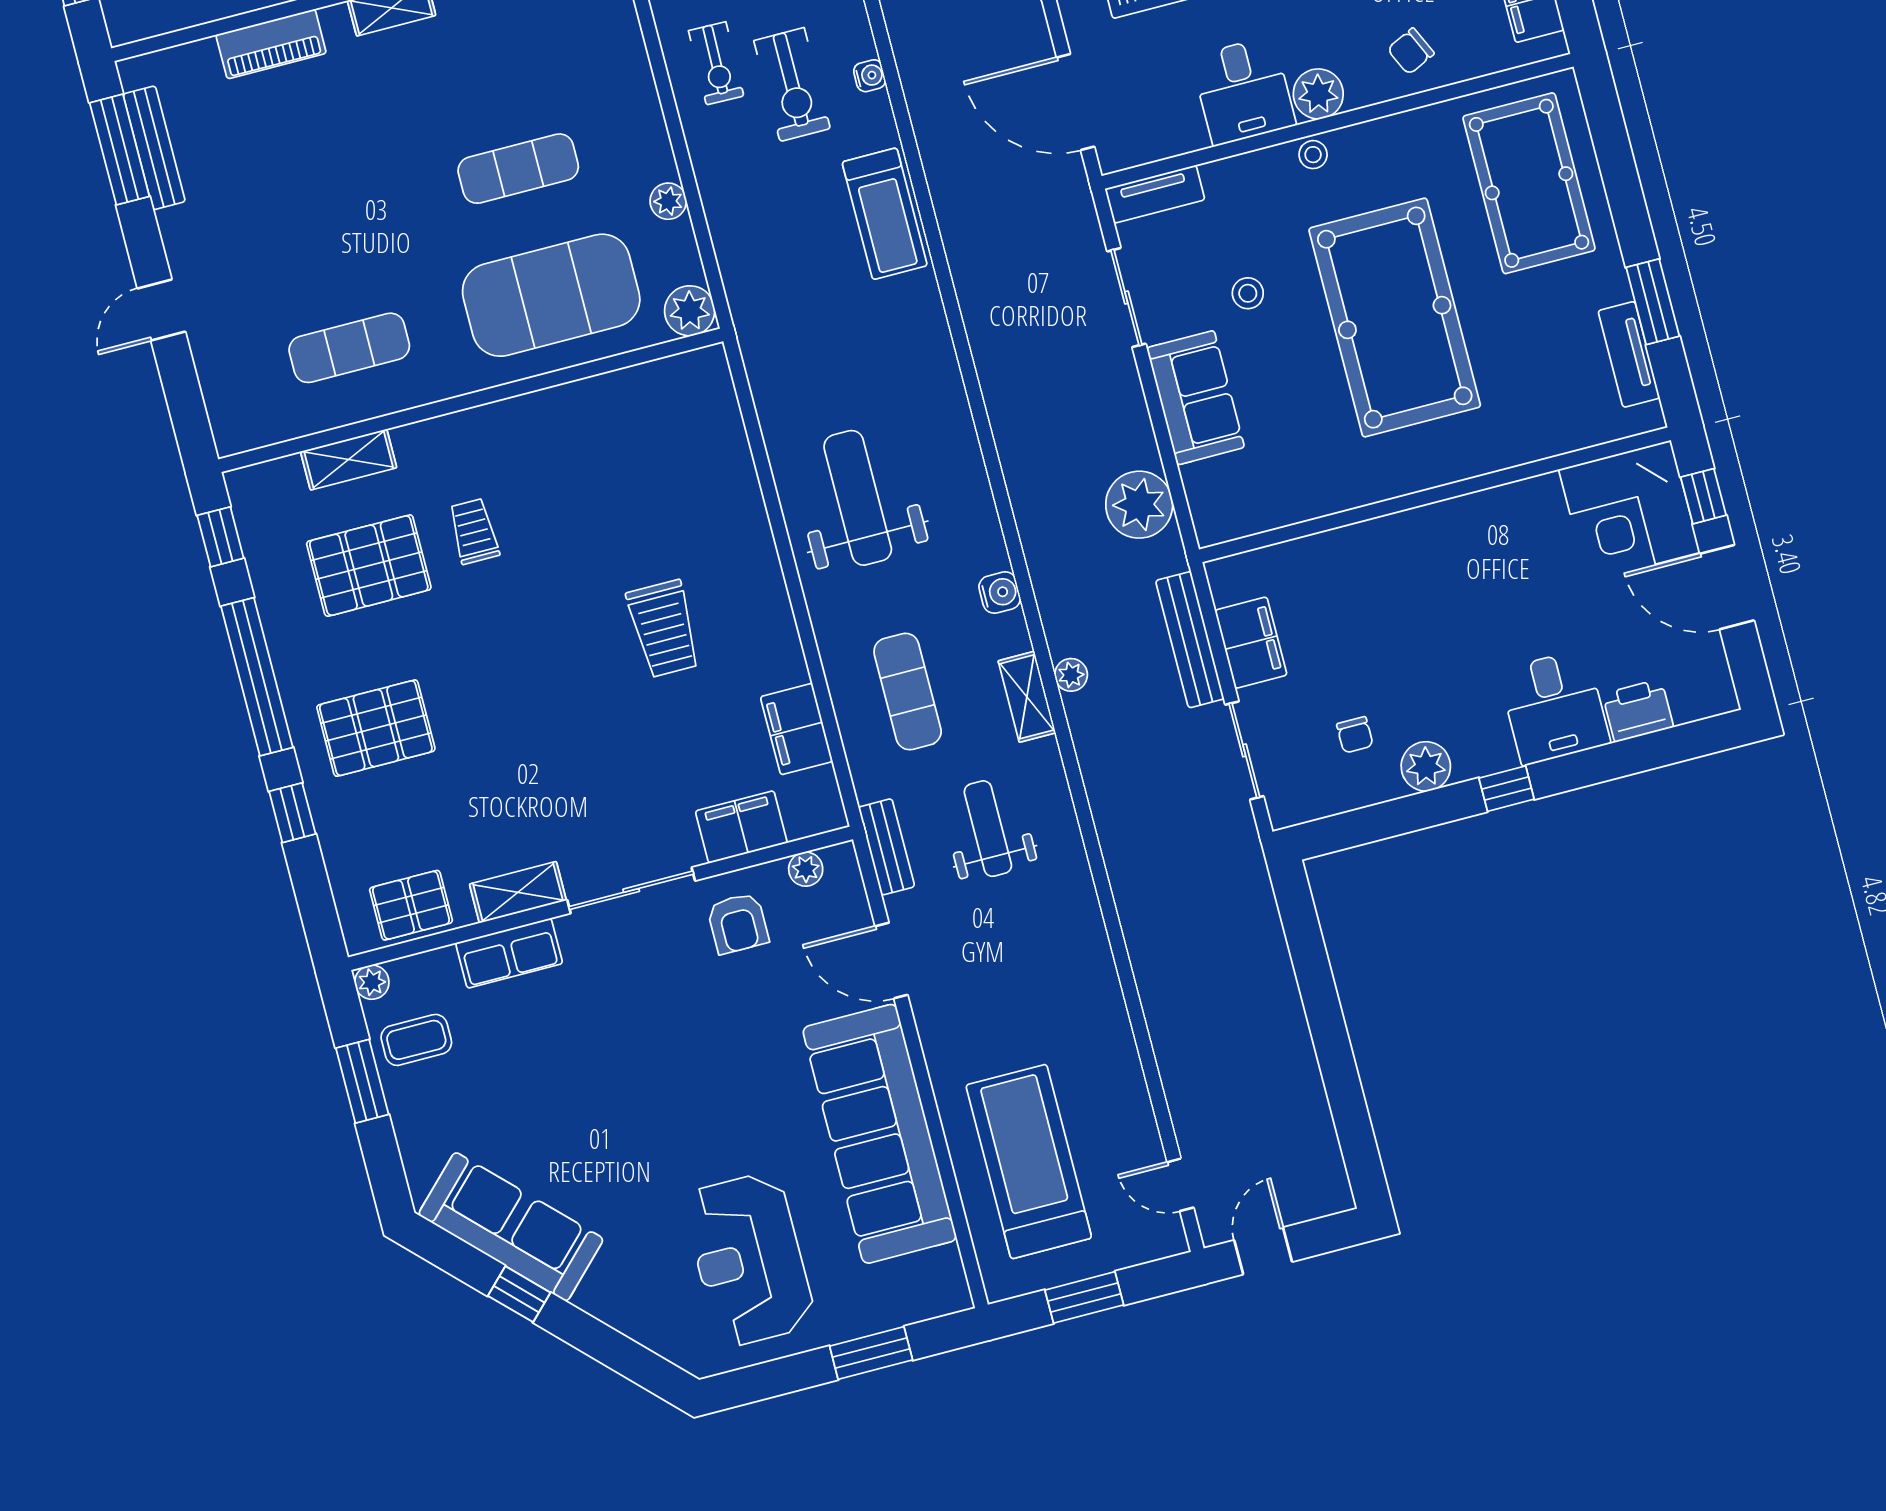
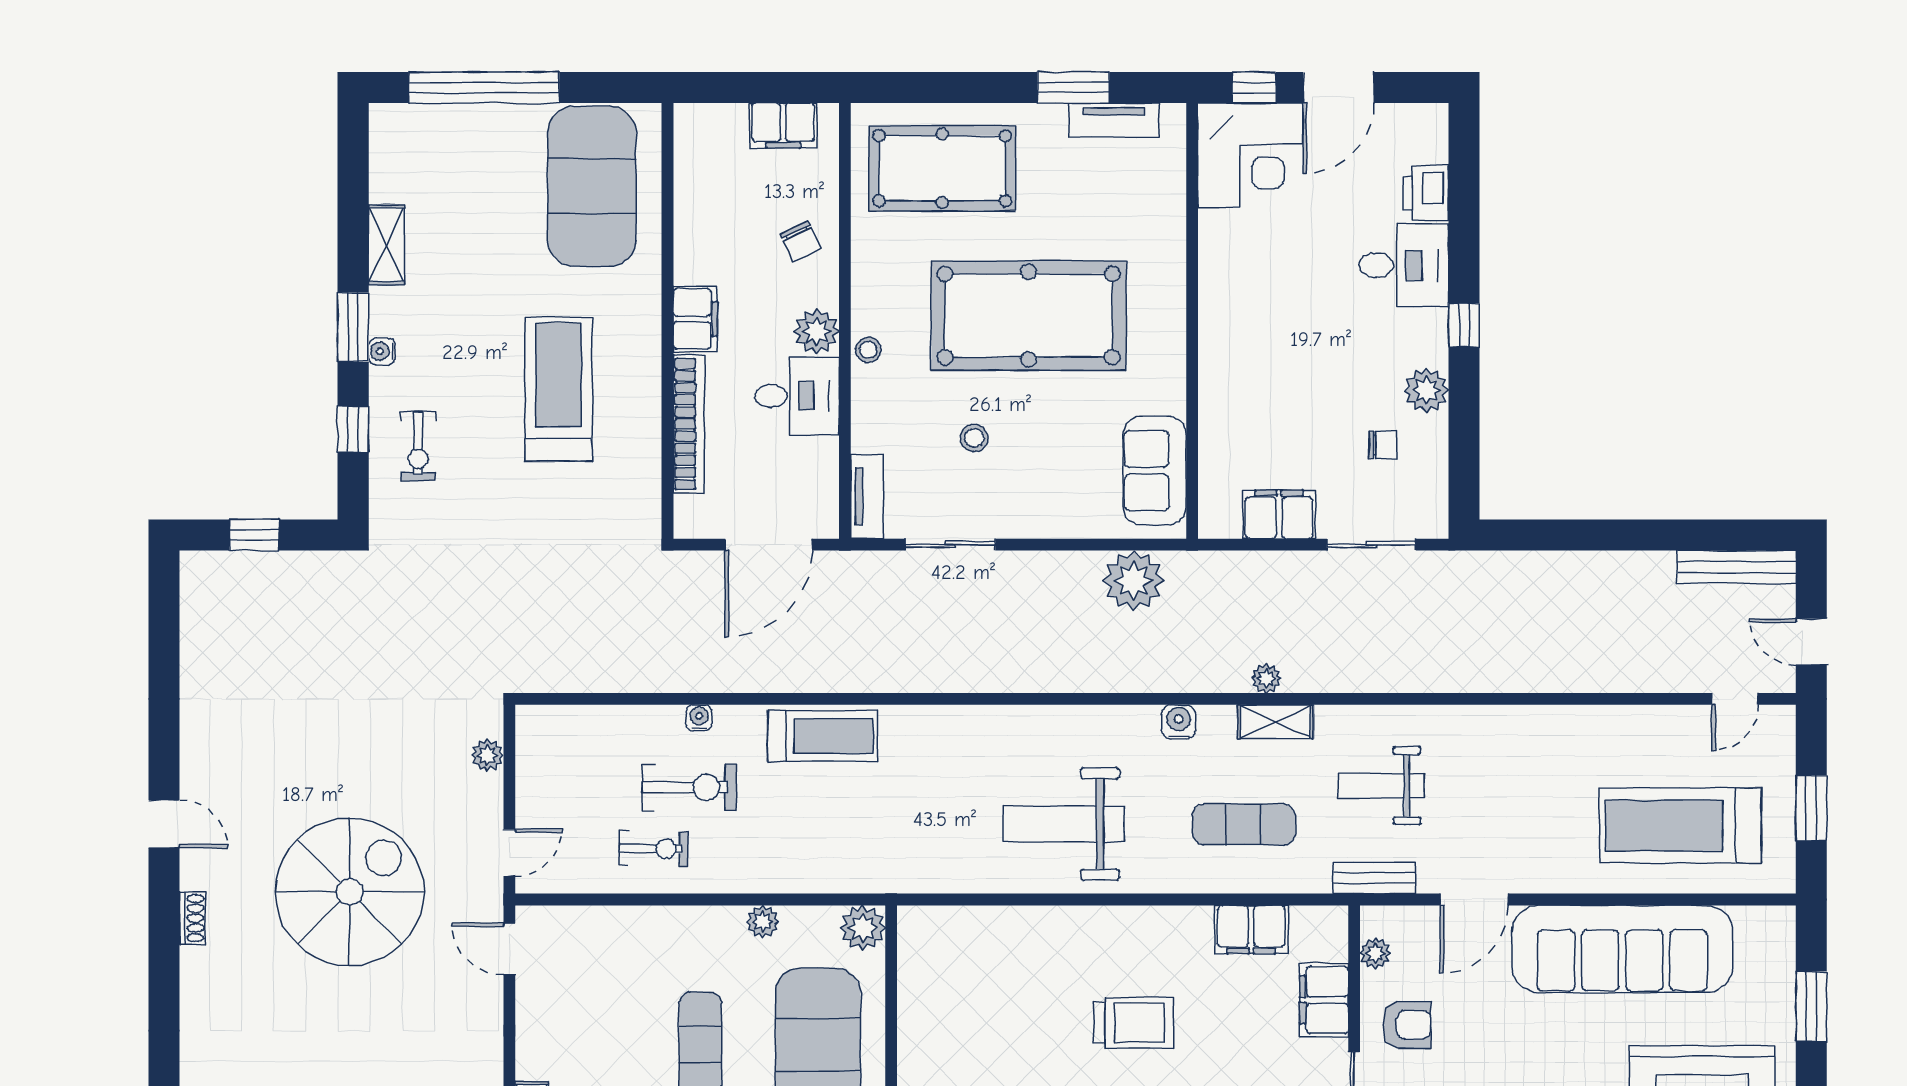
sofa: (1195, 398) -> (1155, 471), moved, turned -90
bench: (1190, 640) -> (1736, 567), moved

